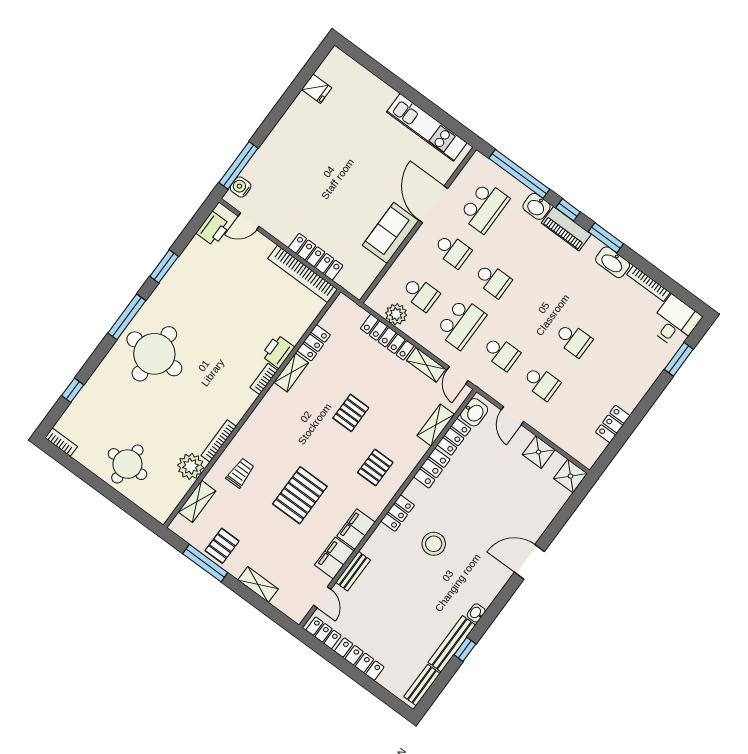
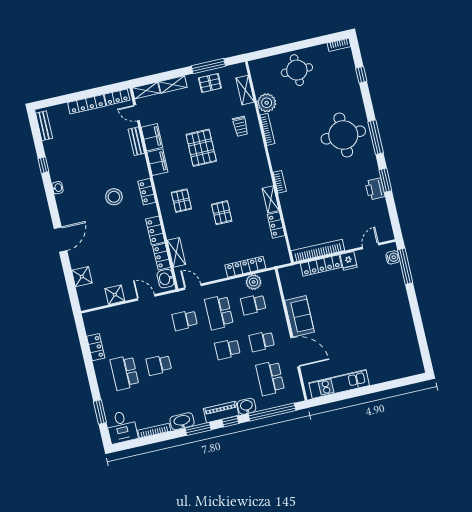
fridge: (317, 89) -> (349, 261), moved, turned -90
printer: (213, 229) -> (375, 189), moved
printer: (278, 351) -> (288, 202), removed
shelving: (426, 365) -> (146, 90), moved
school desk: (541, 383) -> (125, 373), moved, width x1.85
shower: (570, 476) -> (82, 277), moved
pallet: (222, 546) -> (210, 83), turned 90
bench: (452, 644) -> (52, 161), removed

